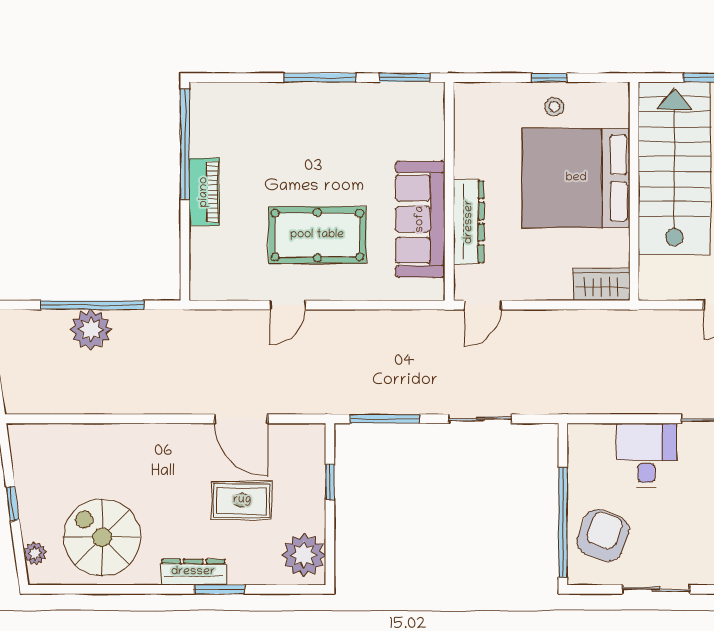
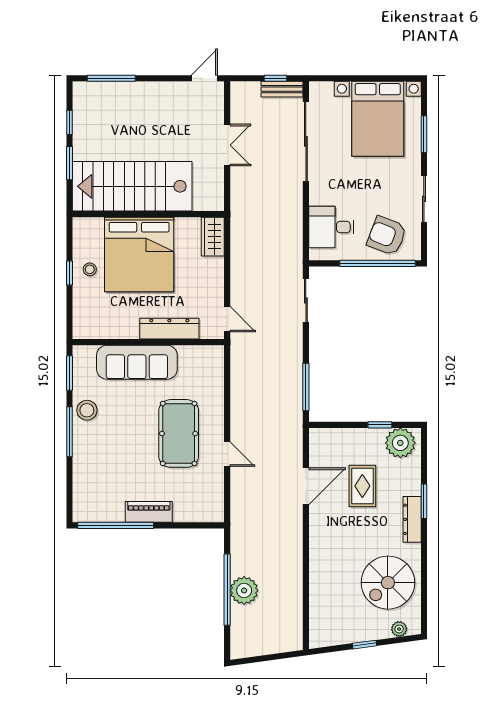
stool: (351, 103) -> (87, 410), added
sofa: (420, 219) -> (137, 362), moved
sliding door: (480, 419) -> (306, 300), moved
desk: (646, 455) -> (331, 227), moved
window: (330, 482) -> (380, 425), moved

